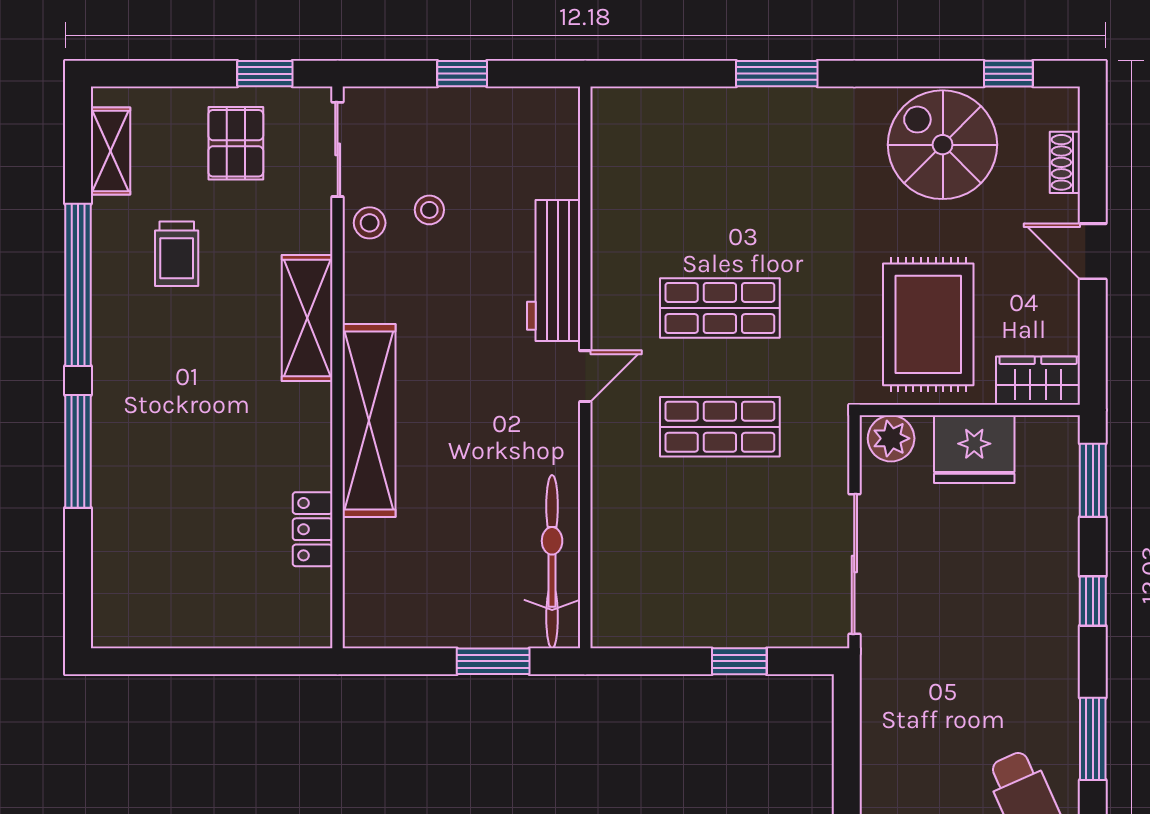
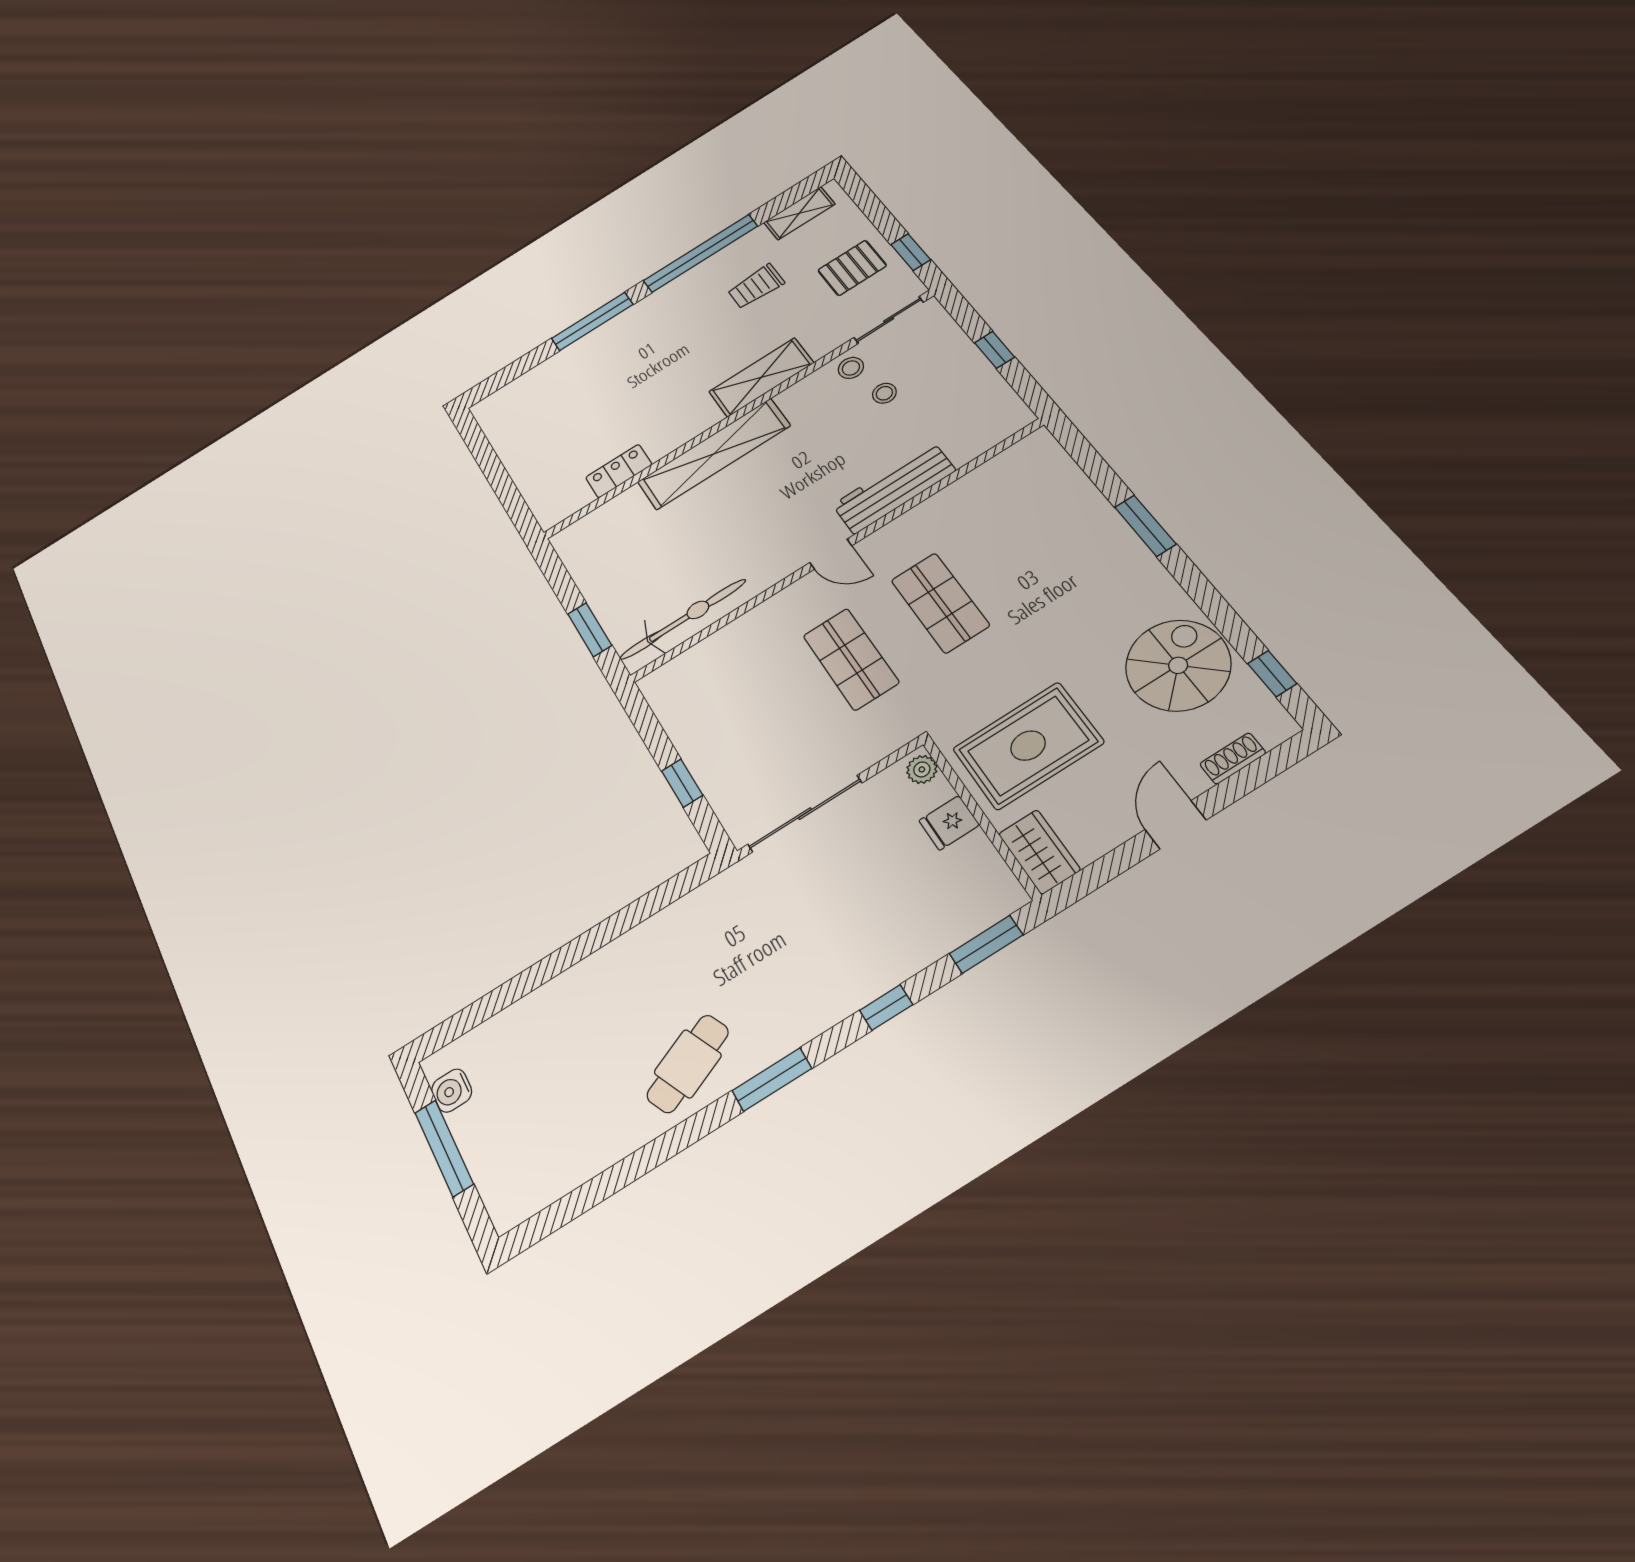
plant: (891, 438) -> (922, 769), width x0.73, depth x0.73
fridge: (974, 449) -> (949, 823), width x0.53, depth x0.75

